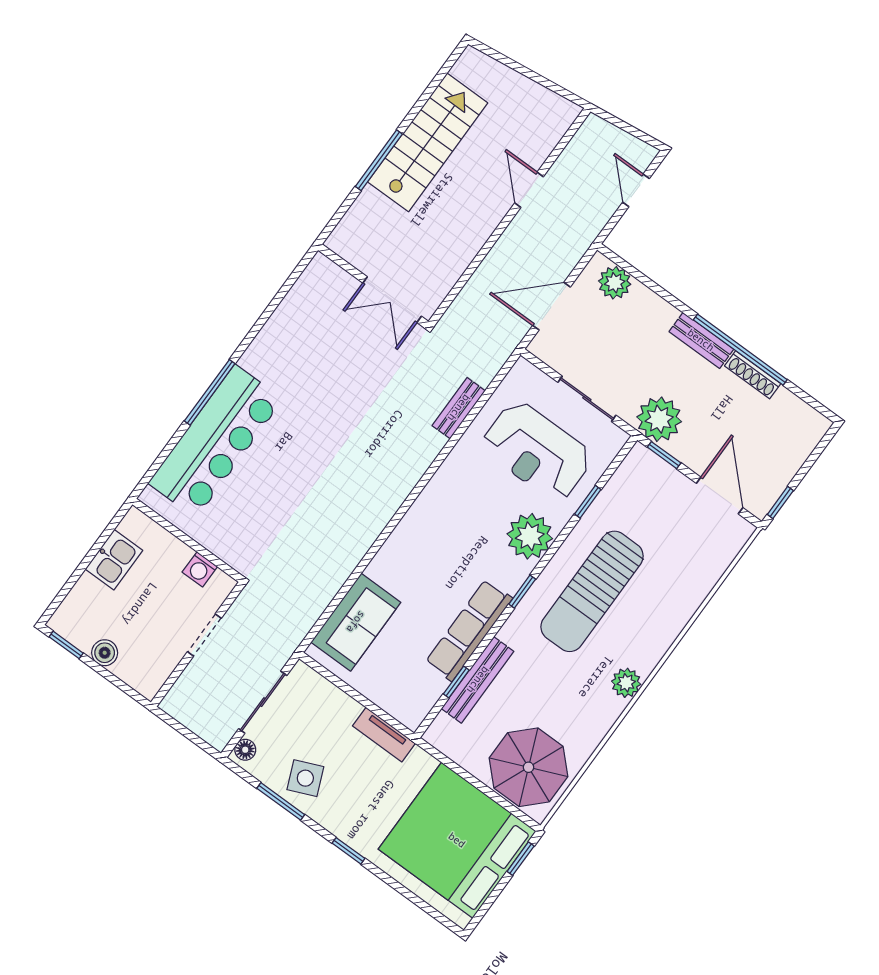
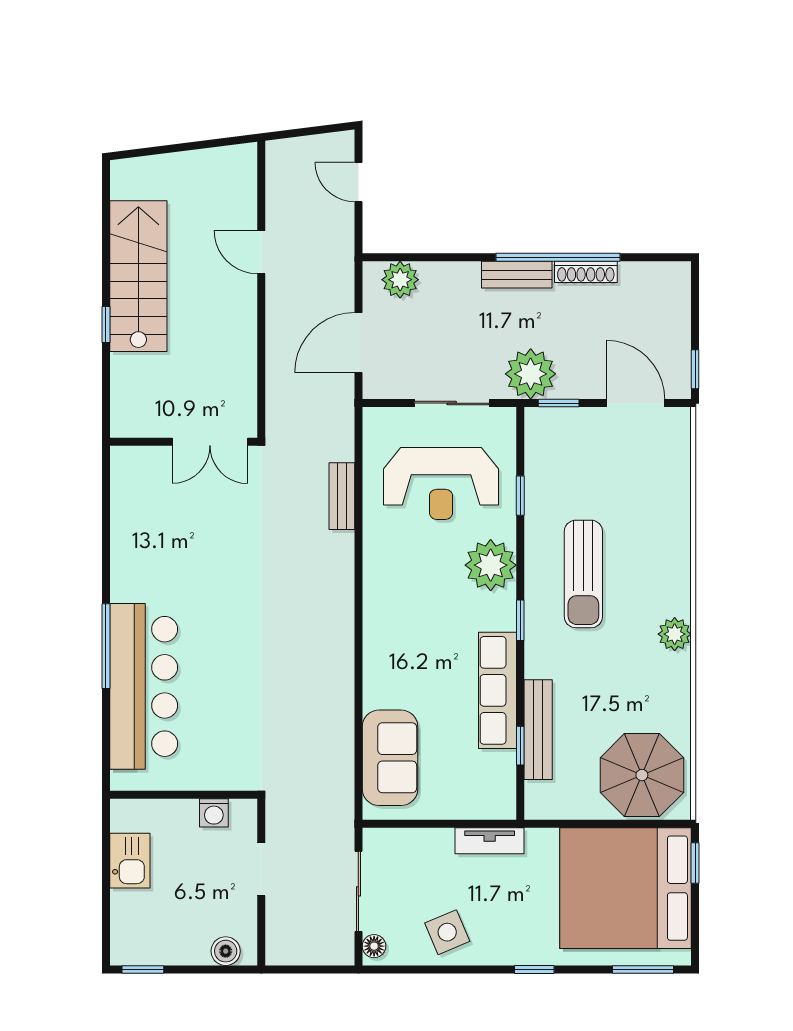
window: (379, 160) -> (106, 324), width x0.46
sun lounger: (592, 591) -> (583, 574), width x0.73, depth x0.75
boiler: (105, 653) -> (226, 951), moved
window: (281, 801) -> (643, 969), moved

